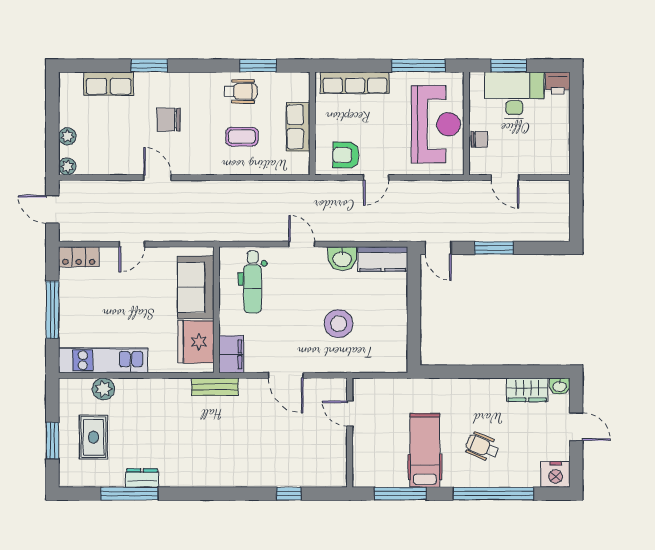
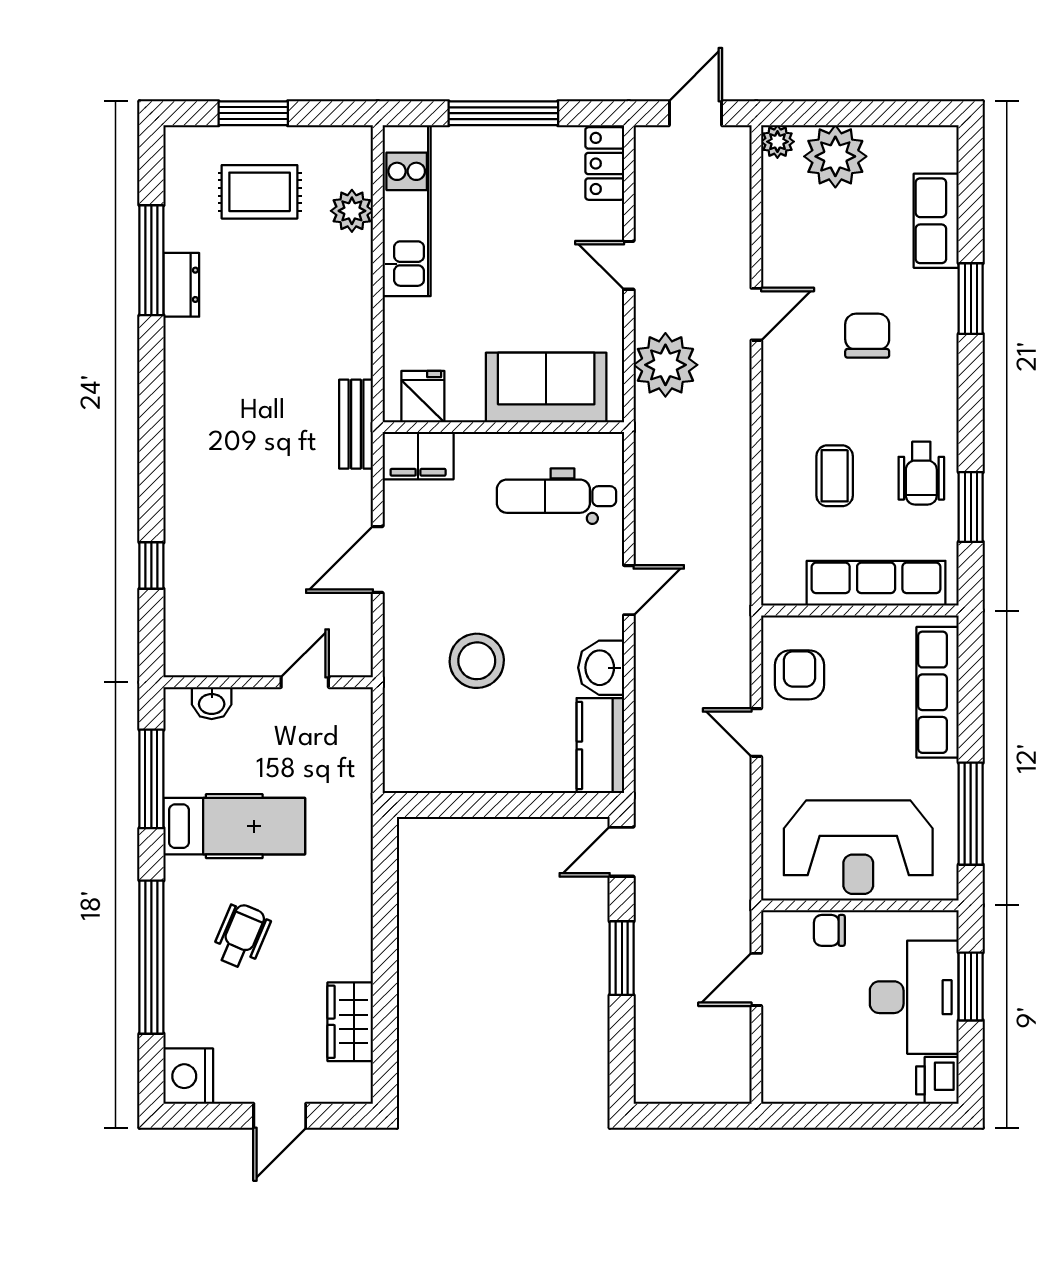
row of seats: (298, 127) -> (876, 583), width x1.48
plant: (67, 136) -> (835, 156), width x1.87, depth x1.87
chair: (479, 139) -> (829, 930), turned 90
plant: (184, 225) -> (665, 365), added
fridge: (196, 342) -> (423, 397), width x0.53, depth x0.75
washbasin: (560, 386) -> (212, 703), moved, turned -90

